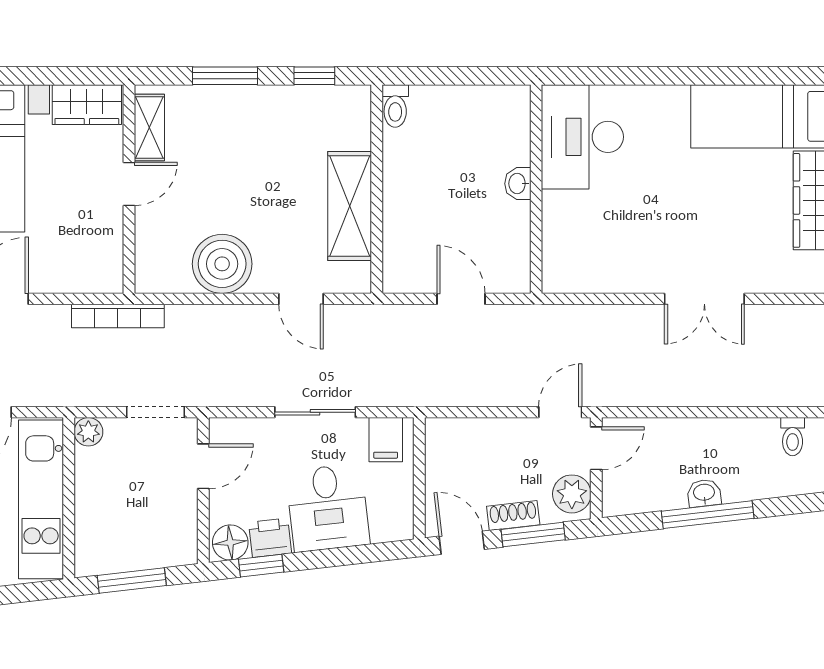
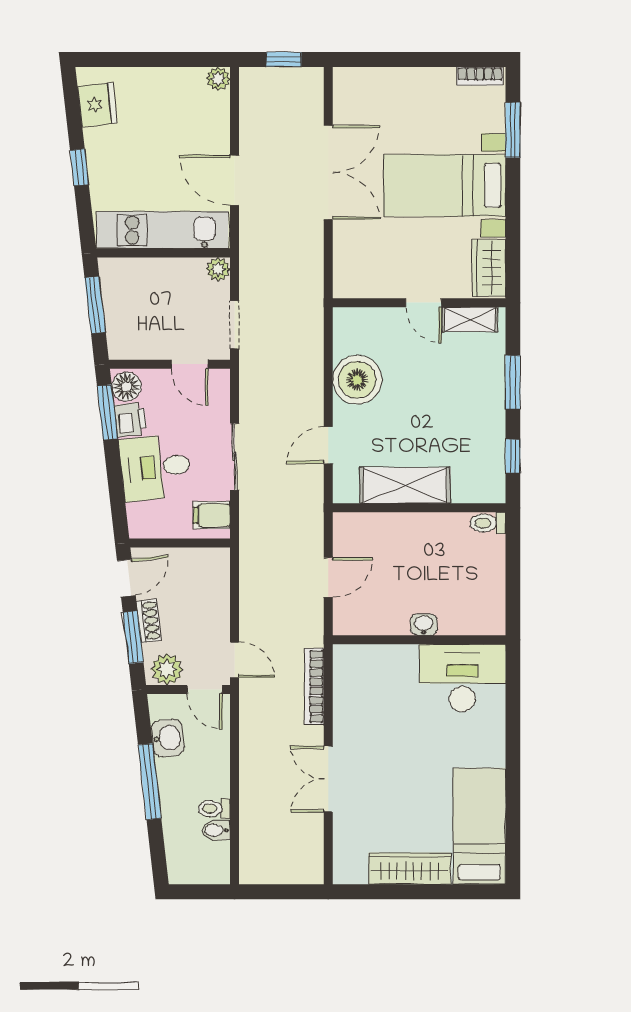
bookcase: (118, 316) -> (314, 686), moved
bidet: (766, 435) -> (216, 830), added
toilet: (793, 437) -> (214, 809), moved
washbasin: (704, 493) -> (168, 738), moved, width x1.38, depth x1.45
window: (261, 566) -> (107, 412), width x1.50

